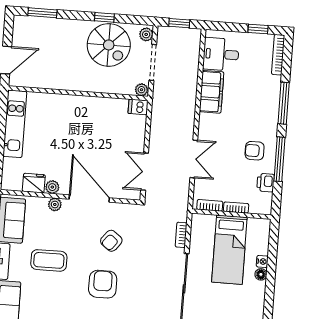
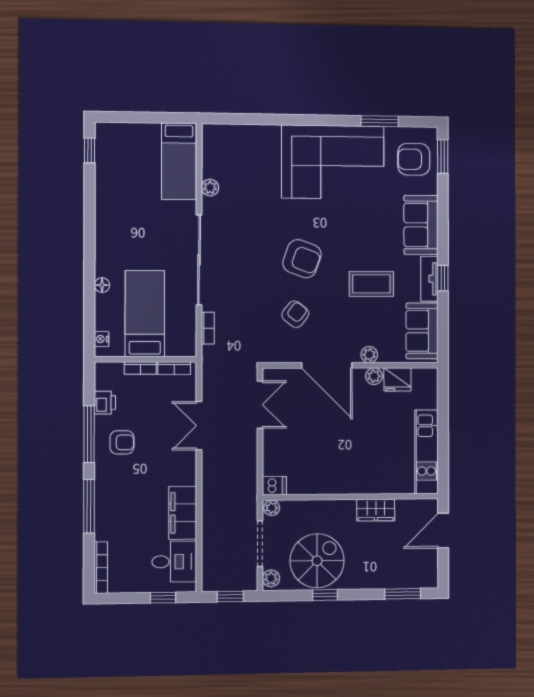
window: (258, 29) -> (163, 598), moved
spiral stairs: (109, 45) -> (317, 561), turned 90
wardrobe: (59, 81) -> (376, 510), added
nightstand: (262, 261) -> (102, 339), moved
armchair: (103, 284) -> (302, 259), turned -70

